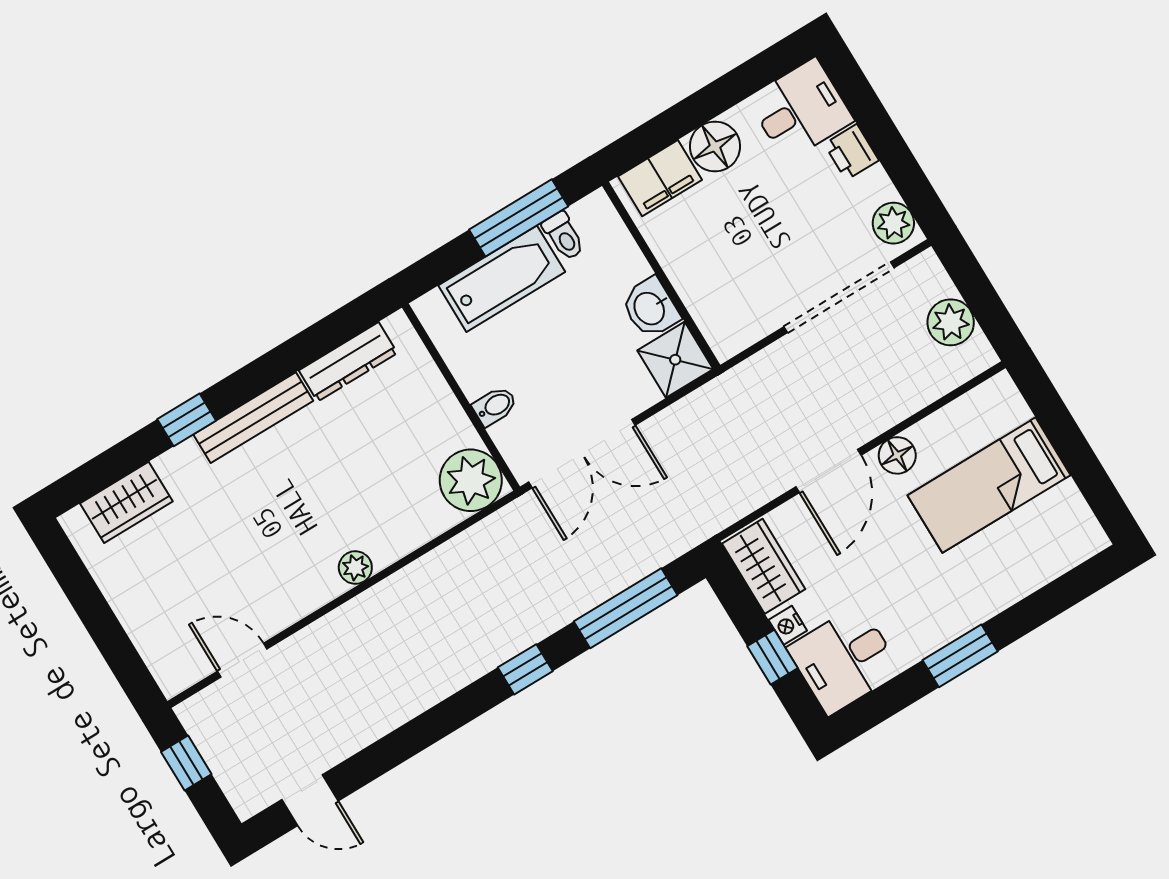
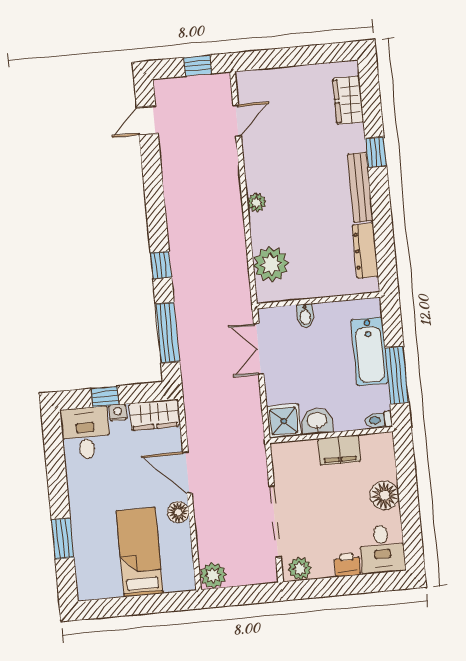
filing cabinet: (660, 178) -> (339, 450), moved, turned -90
toilet: (564, 236) -> (379, 420), moved
plant: (951, 322) -> (213, 575), moved
double door: (582, 454) -> (259, 349), width x0.73
plant: (471, 480) -> (271, 264), moved
window: (960, 656) -> (63, 538), moved

